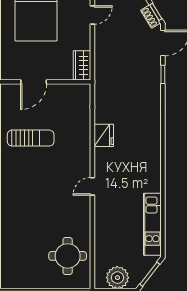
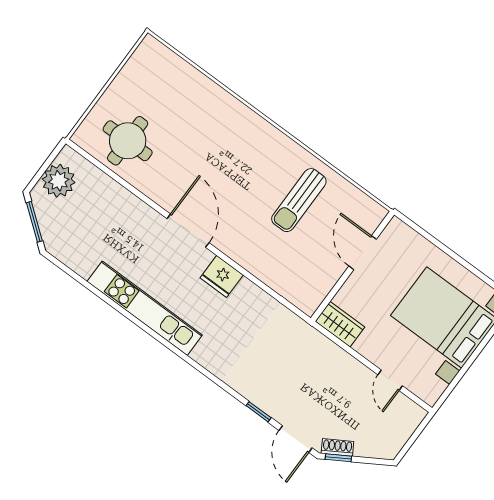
fridge: (104, 135) -> (222, 276), moved
door: (92, 186) -> (188, 231), width x1.87
kitchen unit: (152, 224) -> (145, 308), moved, width x1.36

